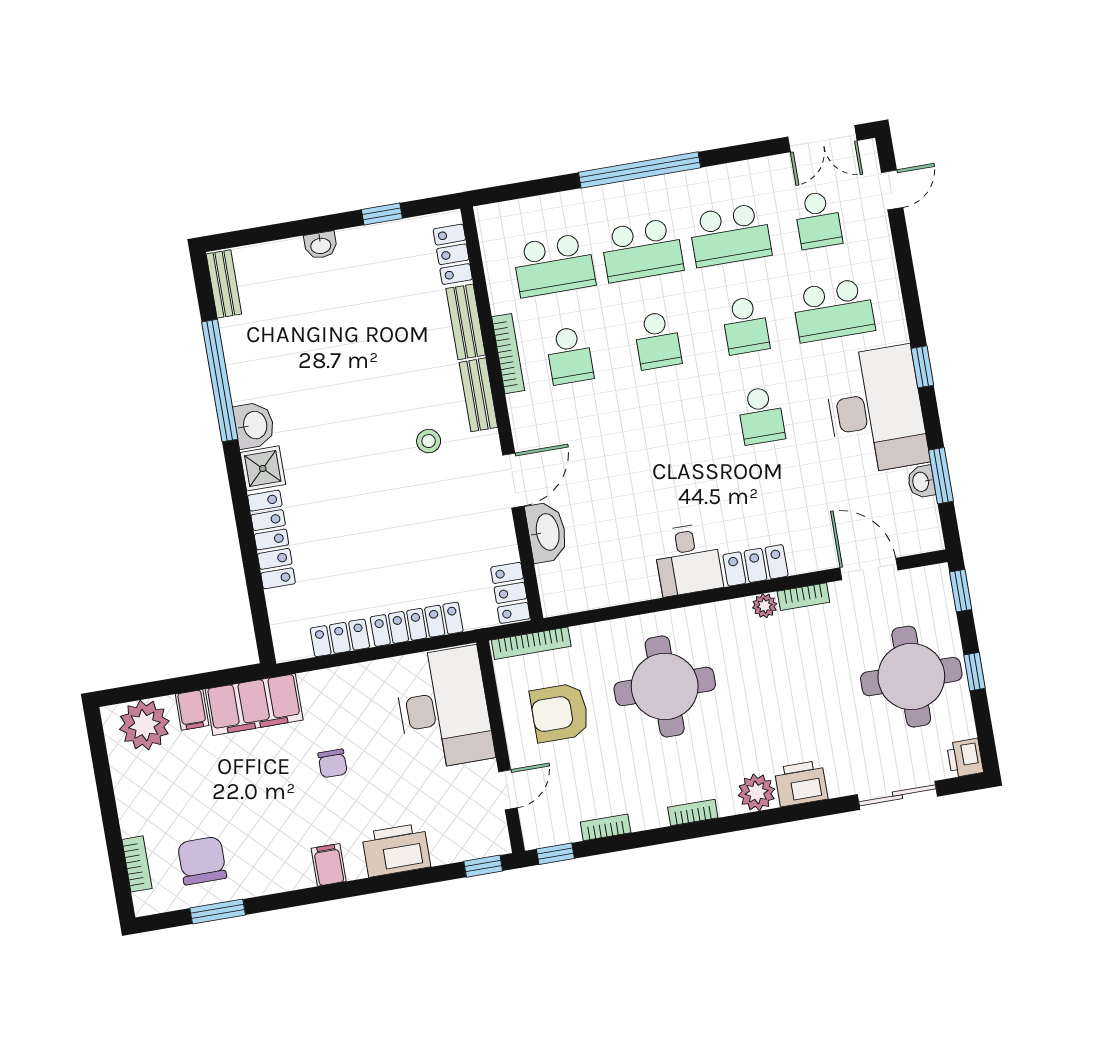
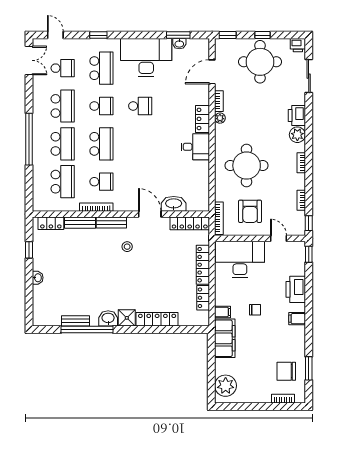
bench: (224, 284) -> (75, 321), moved
school desk: (657, 340) -> (101, 144), width x1.85
window: (922, 367) -> (98, 35), moved
locker: (510, 593) -> (190, 223), width x1.53
filing cabinet: (192, 710) -> (223, 312), moved

